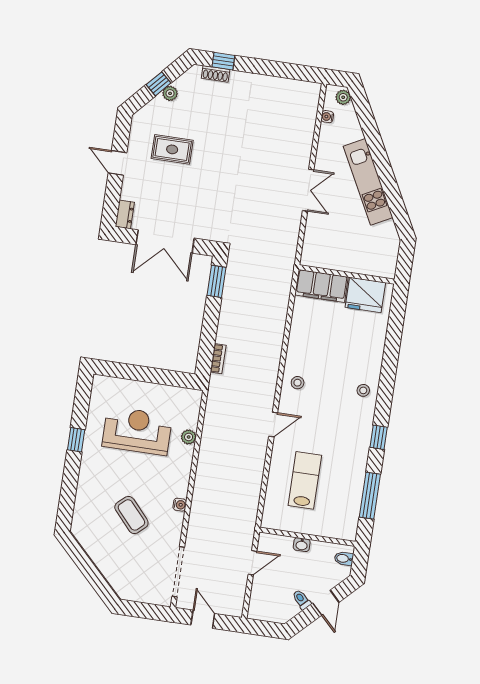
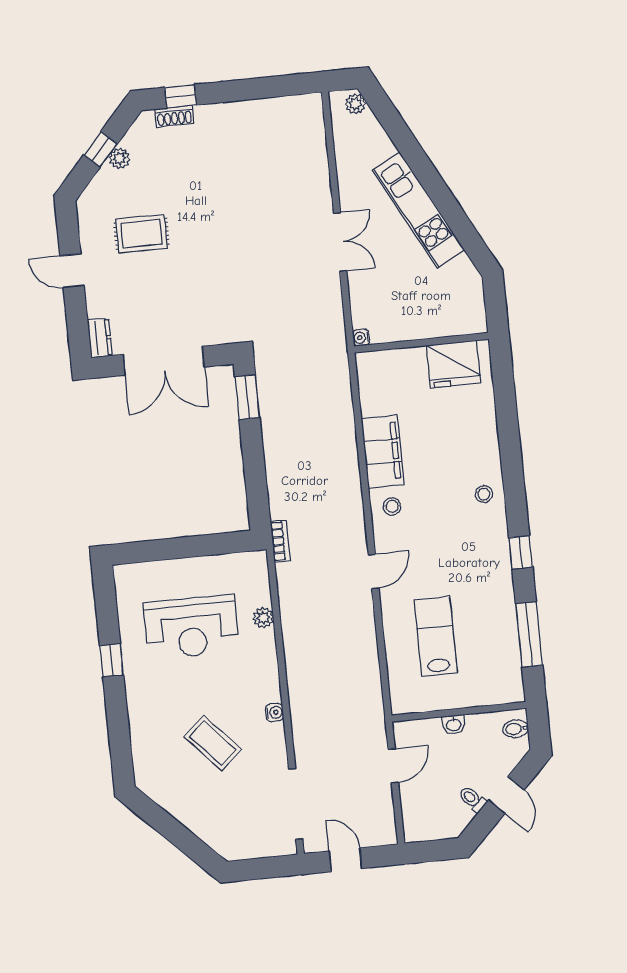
water cooler: (327, 117) -> (361, 338), moved
filing cabinet: (321, 286) -> (383, 452), moved, turned -90
bookcase: (218, 359) -> (280, 541), moved
reception desk: (137, 431) -> (191, 627), turned 180

